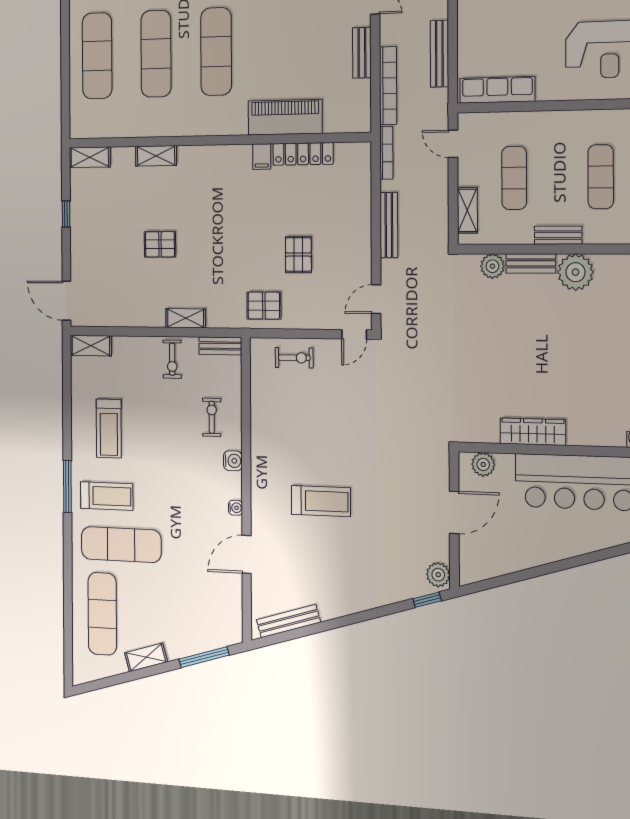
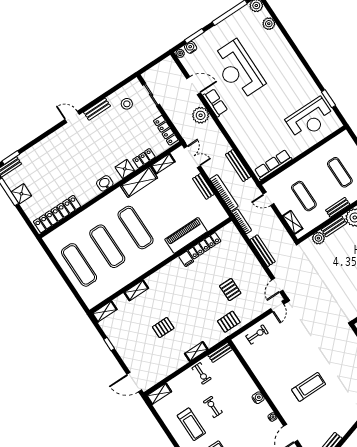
exercise bike: (212, 417) -> (213, 407), moved

